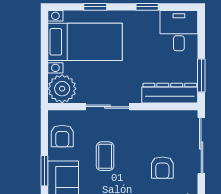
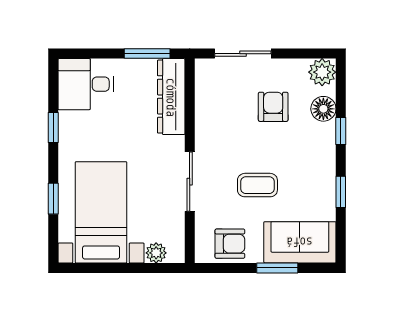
plant: (62, 89) -> (156, 253), width x0.53, depth x0.53
sliding door: (201, 146) -> (243, 54), width x0.73
armchair: (162, 168) -> (273, 107), turned -90

